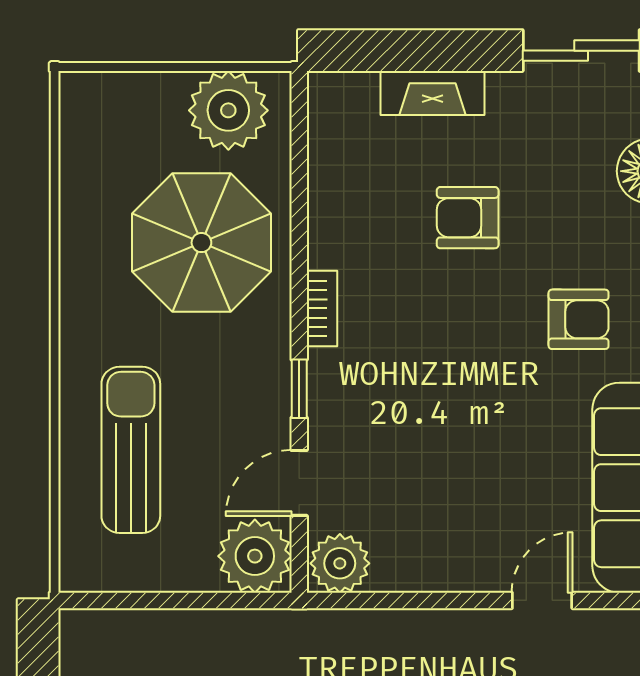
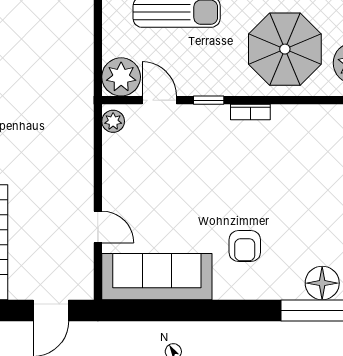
armchair: (468, 218) -> (298, 188), removed
plant: (340, 563) -> (113, 121), width x0.73, depth x0.73

